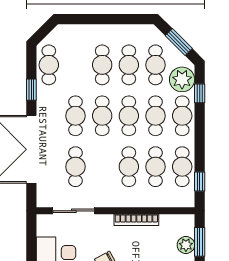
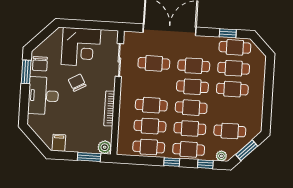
cafe table: (129, 65) -> (234, 68), moved
plant: (182, 79) -> (221, 156), width x0.53, depth x0.53
window: (31, 90) -> (228, 33), moved
window: (200, 181) -> (172, 162), moved
plant: (186, 245) -> (105, 147), moved

